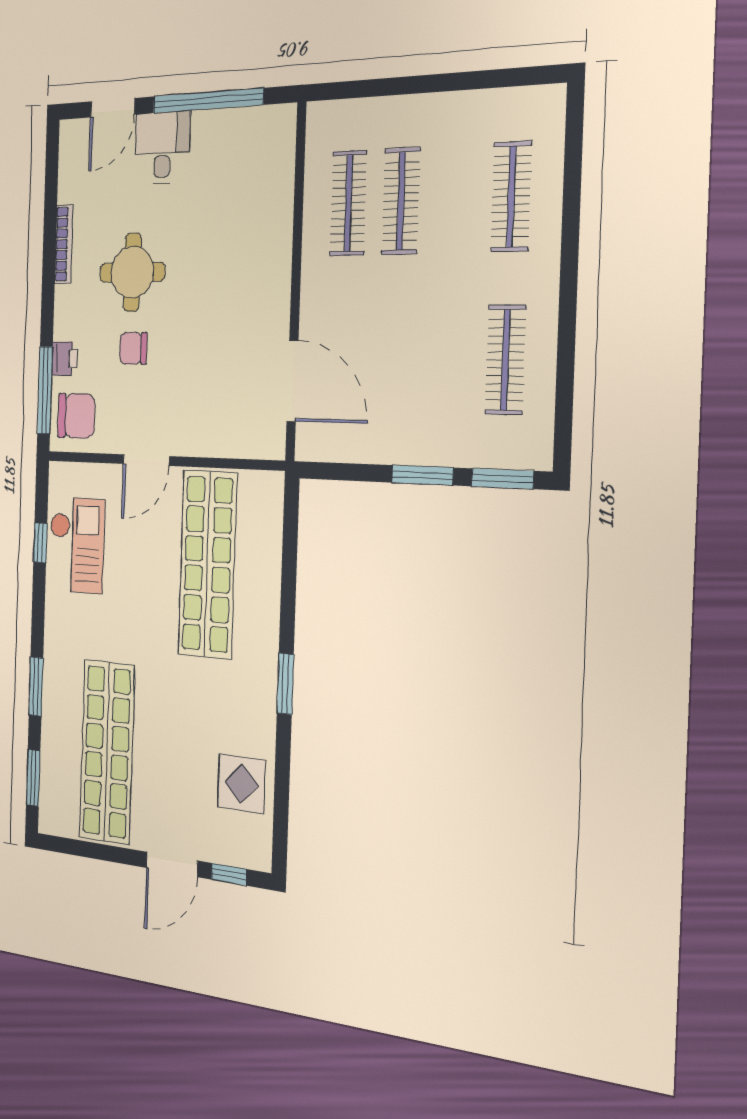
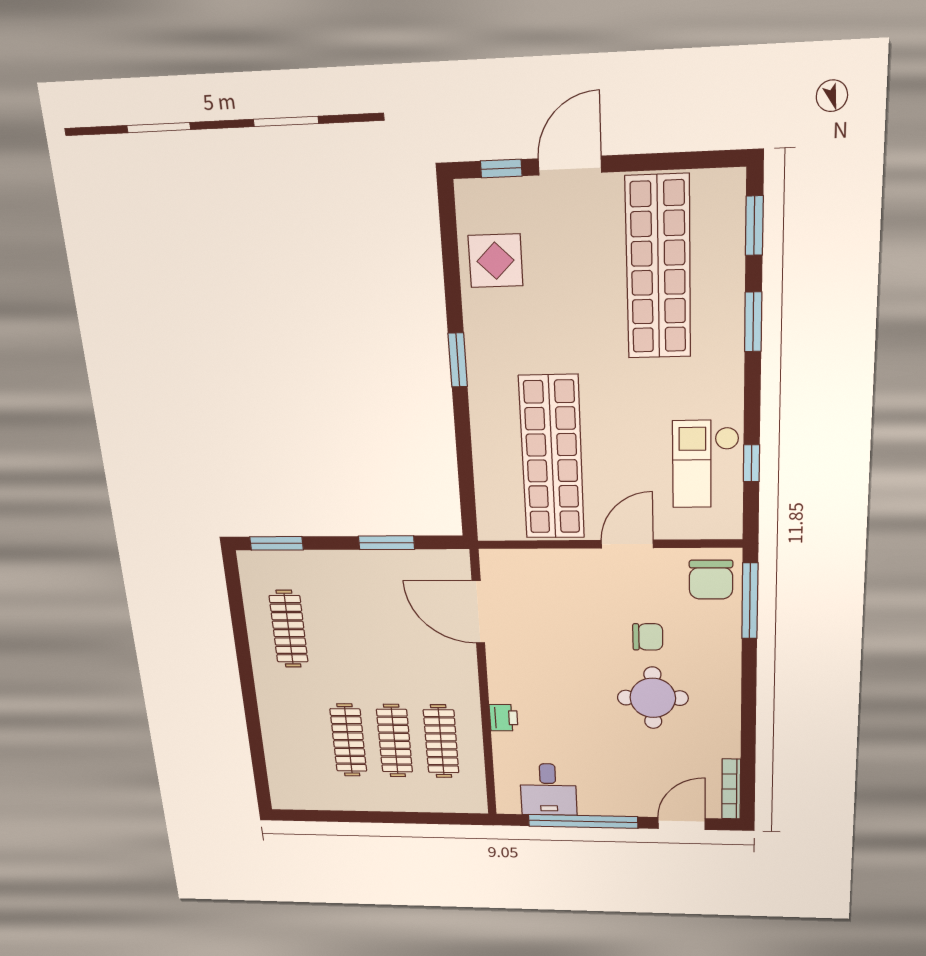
desk: (162, 147) -> (548, 790), moved
clothes rail: (511, 197) -> (348, 740), moved
bookcase: (64, 244) -> (731, 789), moved
printer: (64, 359) -> (504, 718), moved, turned 180
chair: (76, 416) -> (711, 580), turned -90
window: (422, 475) -> (386, 543), moved

